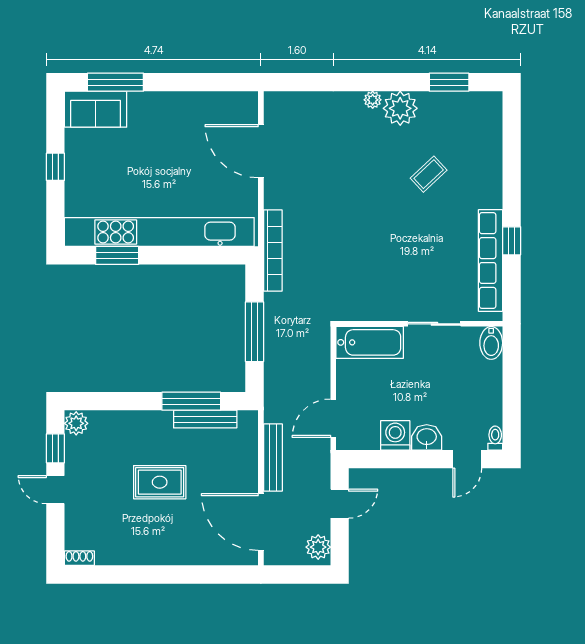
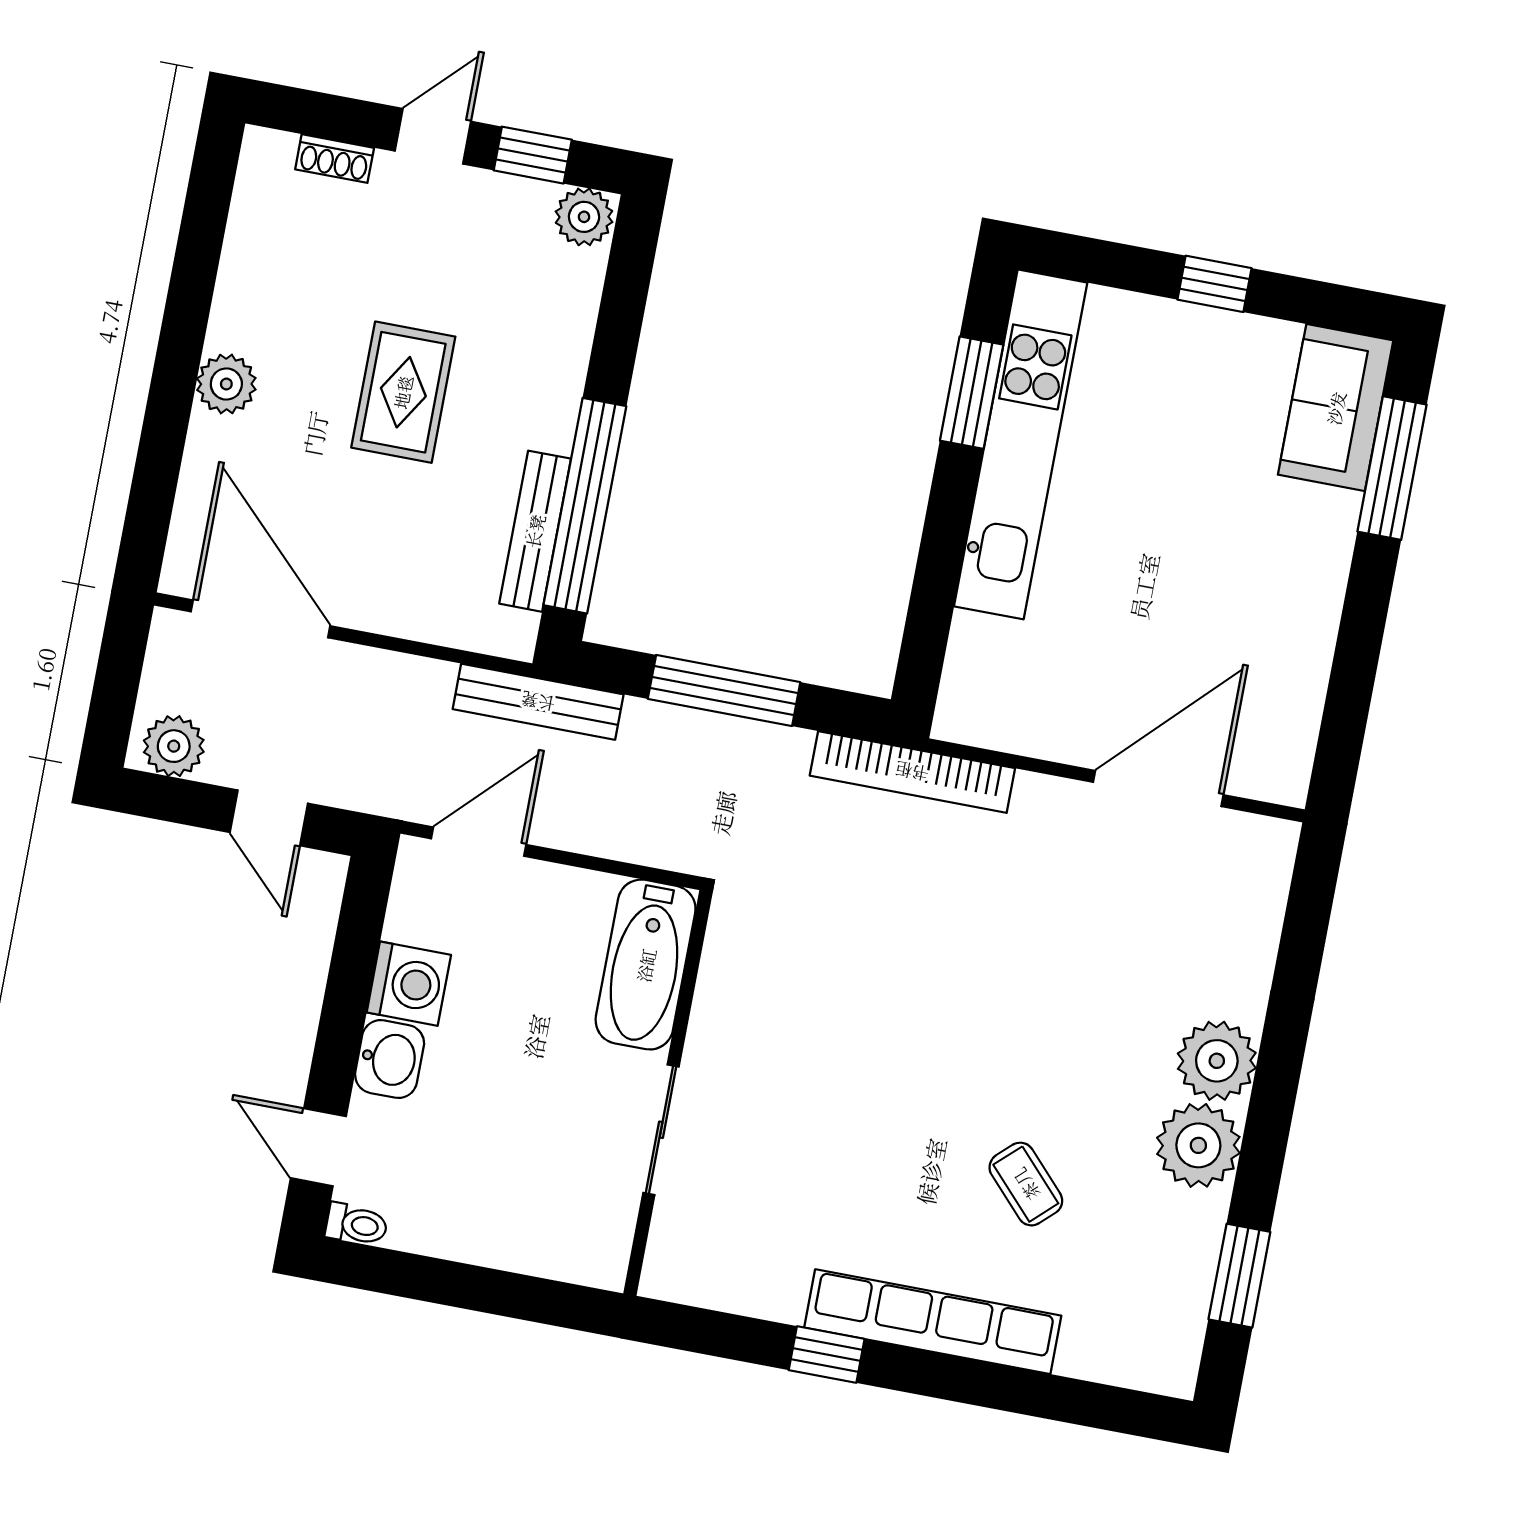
plant: (373, 100) -> (1217, 1061), width x1.88, depth x1.88
kitchen unit: (159, 232) -> (1021, 444), width x0.73
row of seats: (491, 261) -> (933, 1322), moved
bidet: (491, 343) -> (589, 1258), removed
window: (191, 401) -> (585, 506), width x1.46
door: (333, 418) -> (479, 842), hinge flipped
bench: (273, 458) -> (538, 702), moved
door: (261, 522) -> (261, 619), hinge flipped
plant: (170, 553) -> (226, 384), added
shoe rack: (79, 558) -> (335, 159), moved, turned 90

